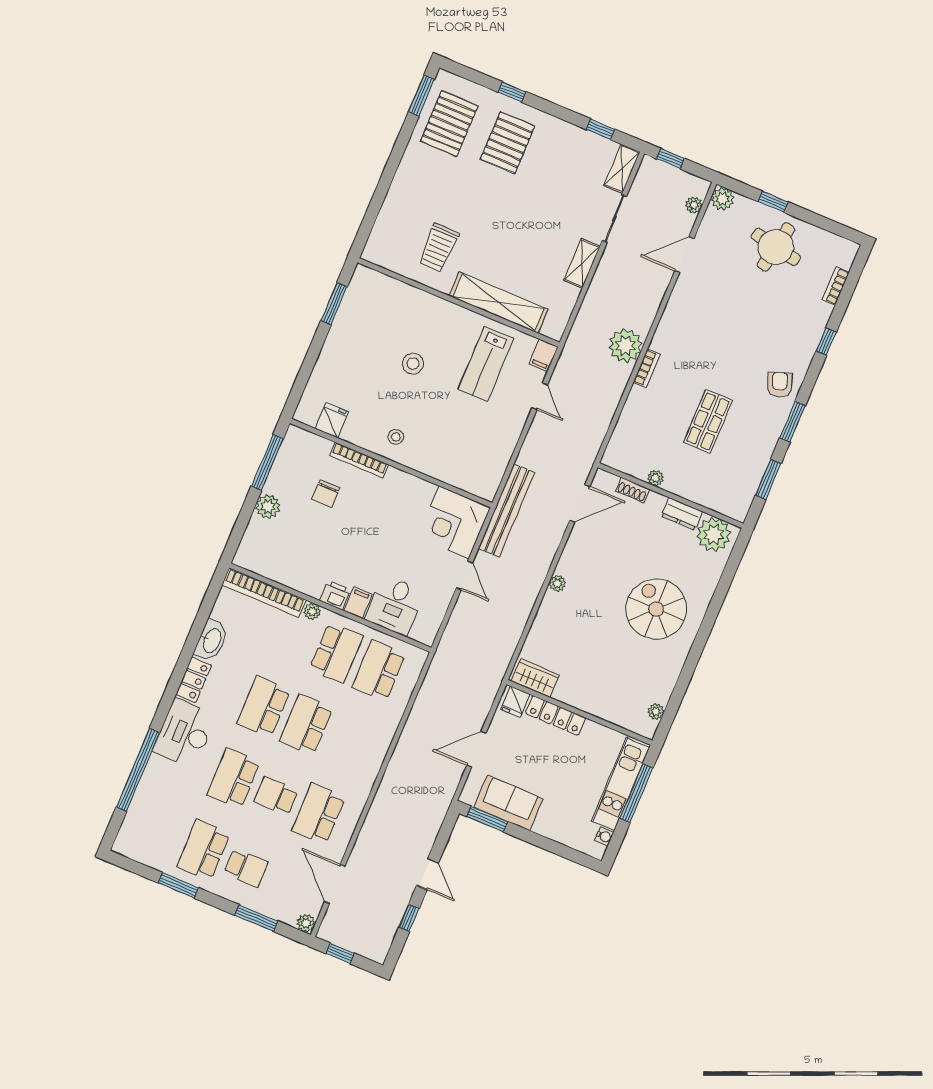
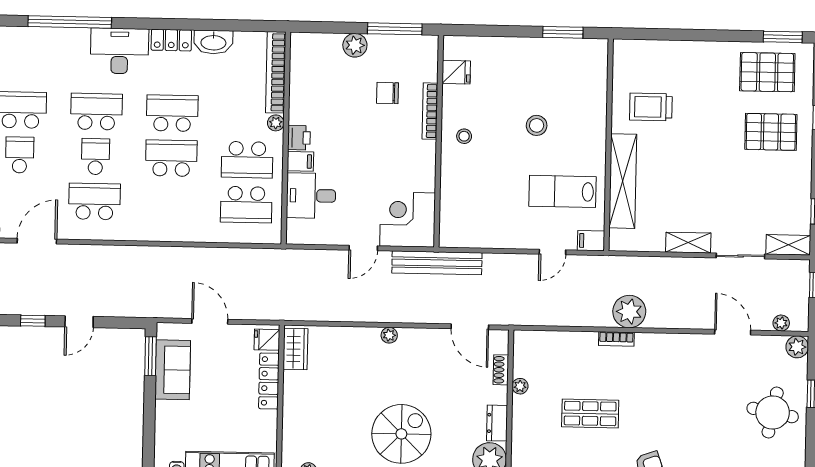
school desk: (379, 671) -> (246, 205), turned 180
school desk: (246, 868) -> (20, 155), turned 180

